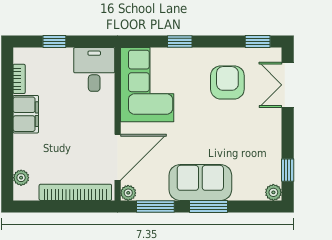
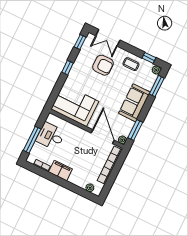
window: (54, 41) -> (32, 140), width x2.17
window: (180, 41) -> (68, 68), moved
desk: (94, 69) -> (51, 136), moved
armchair: (227, 82) -> (103, 65), moved, turned 180
coffee table: (262, 145) -> (131, 64), added
window: (209, 206) -> (157, 86), moved

